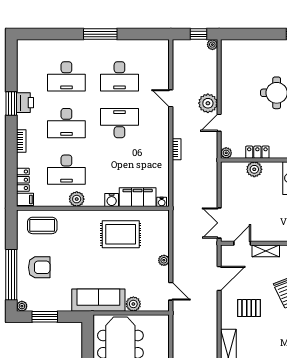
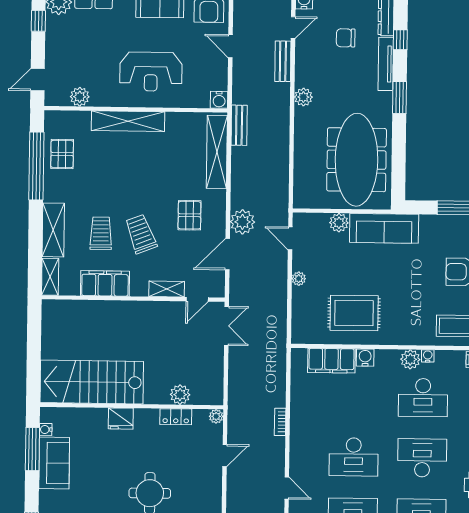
plant: (208, 103) -> (242, 222), moved
desk: (66, 170) -> (423, 398), turned 180
water cooler: (162, 202) -> (428, 356), moved
pallet: (249, 308) -> (189, 215), turned 90

